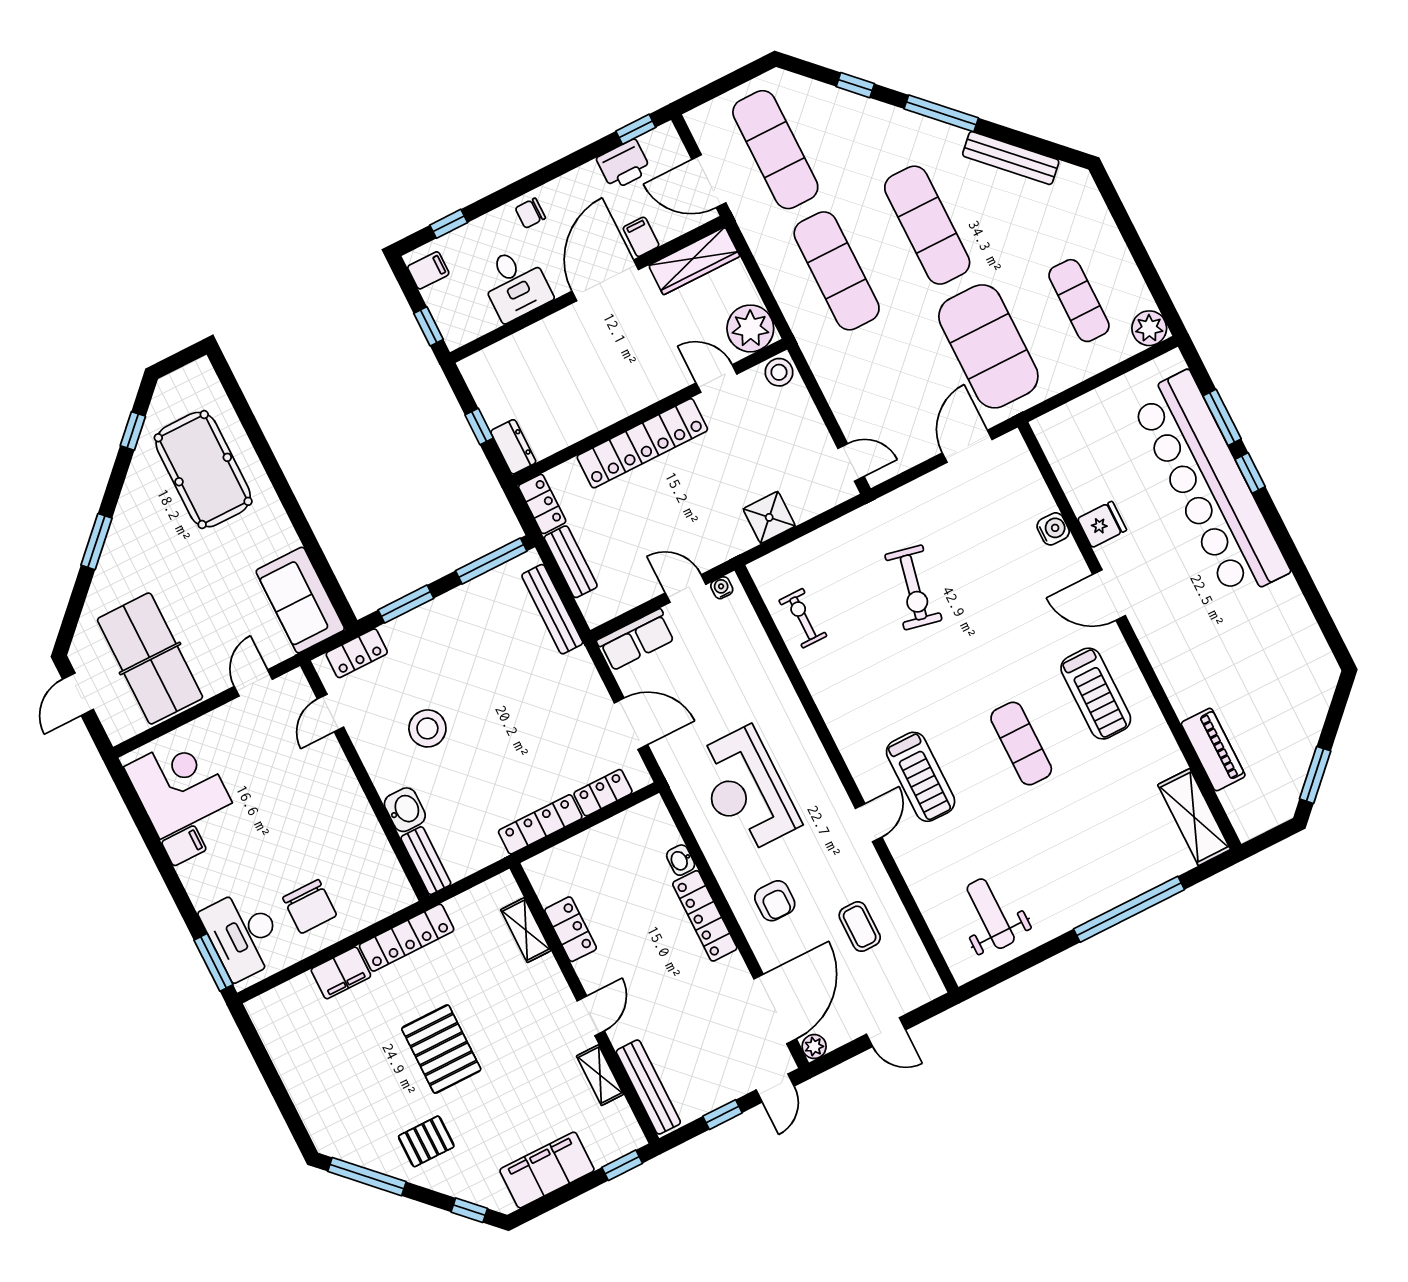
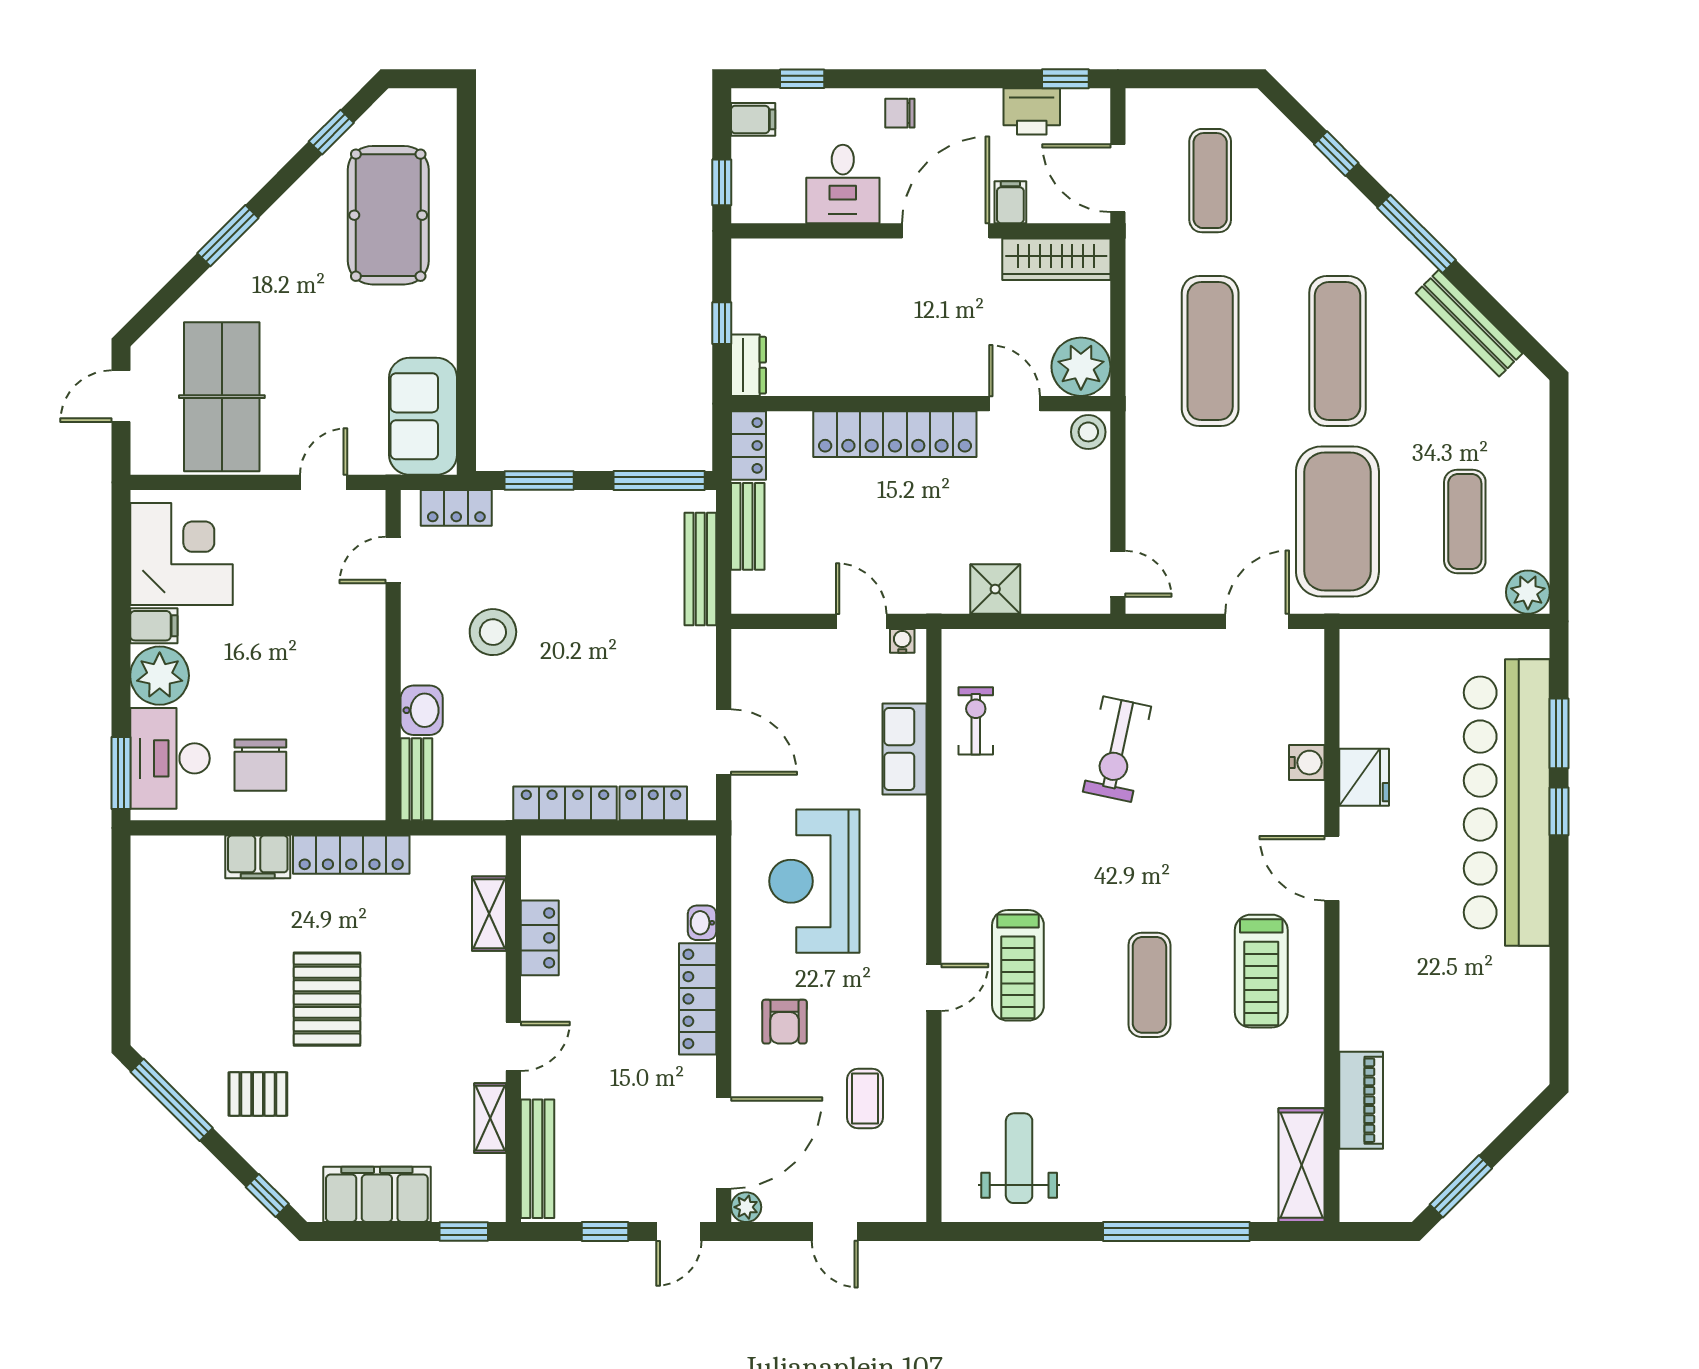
exercise mat: (775, 150) -> (1210, 181), width x0.73, depth x0.69
fridge: (1102, 524) -> (1364, 777), width x1.38
row of seats: (636, 640) -> (905, 749), moved, turned 90
plant: (206, 879) -> (160, 676), added

